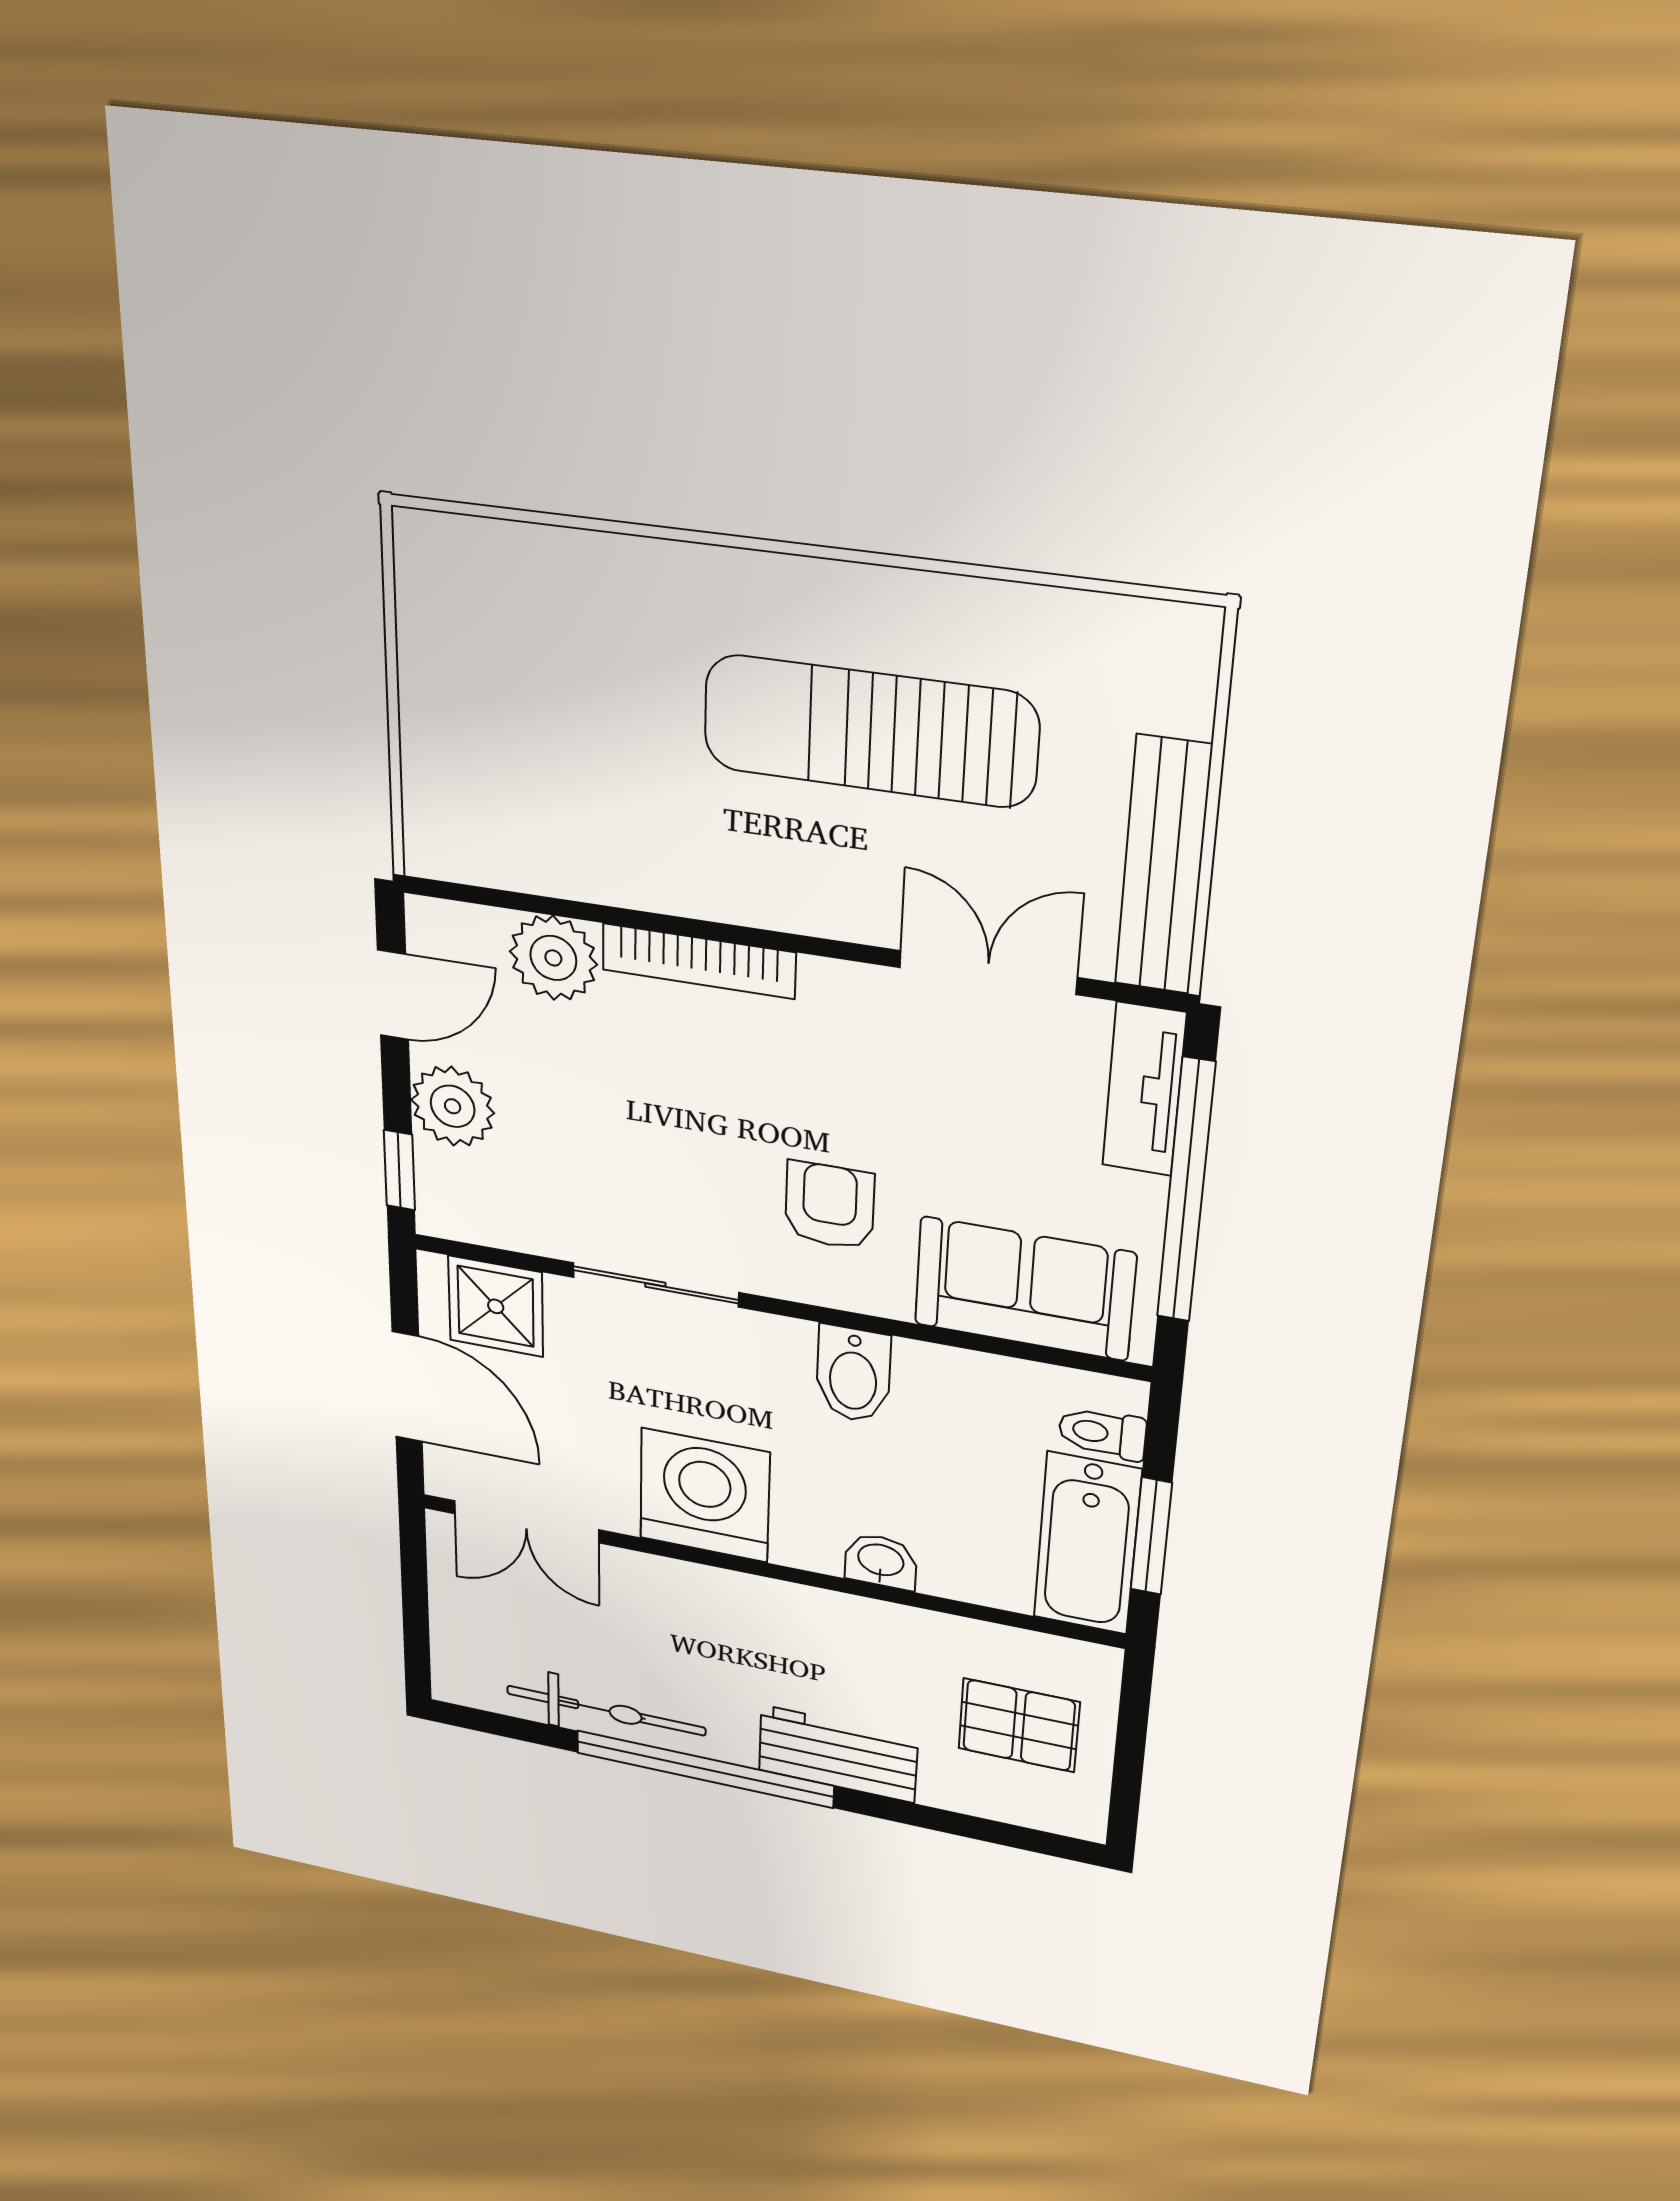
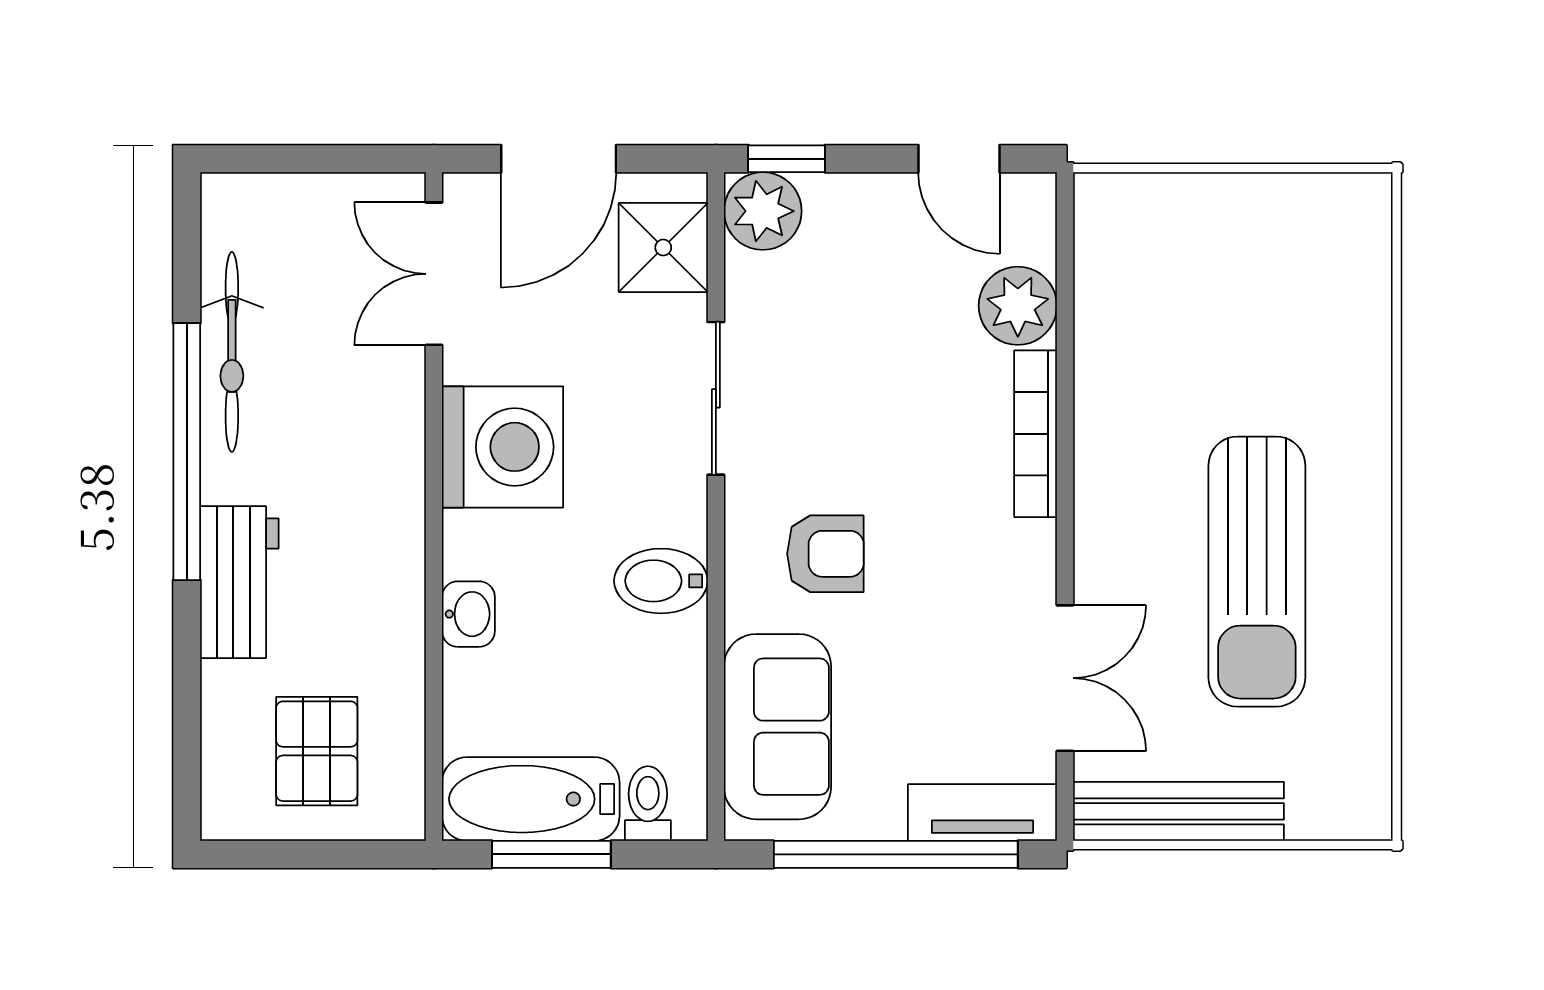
sun lounger: (870, 731) -> (1257, 572), turned 180
plant: (453, 1106) -> (763, 211), moved

